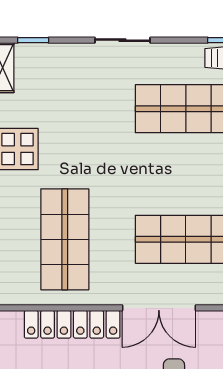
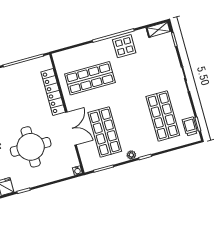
double door: (159, 308) -> (71, 129), swing flipped

